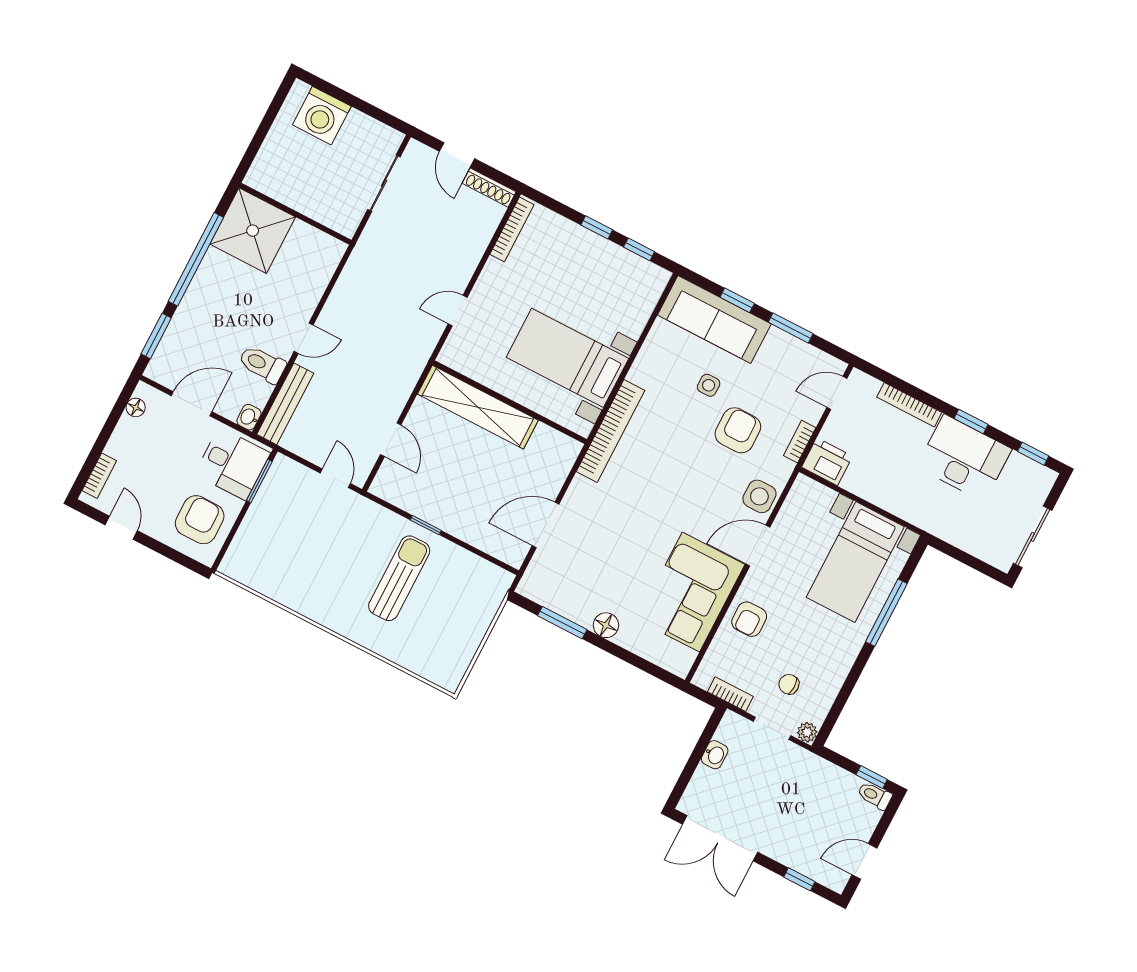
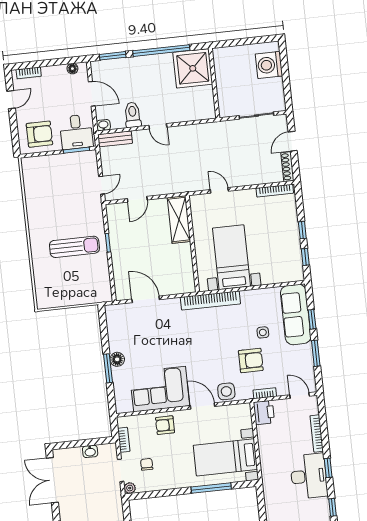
bench: (285, 404) -> (115, 139), width x0.73
shelving: (478, 407) -> (179, 220), width x0.68
window: (562, 623) -> (108, 368), moved

